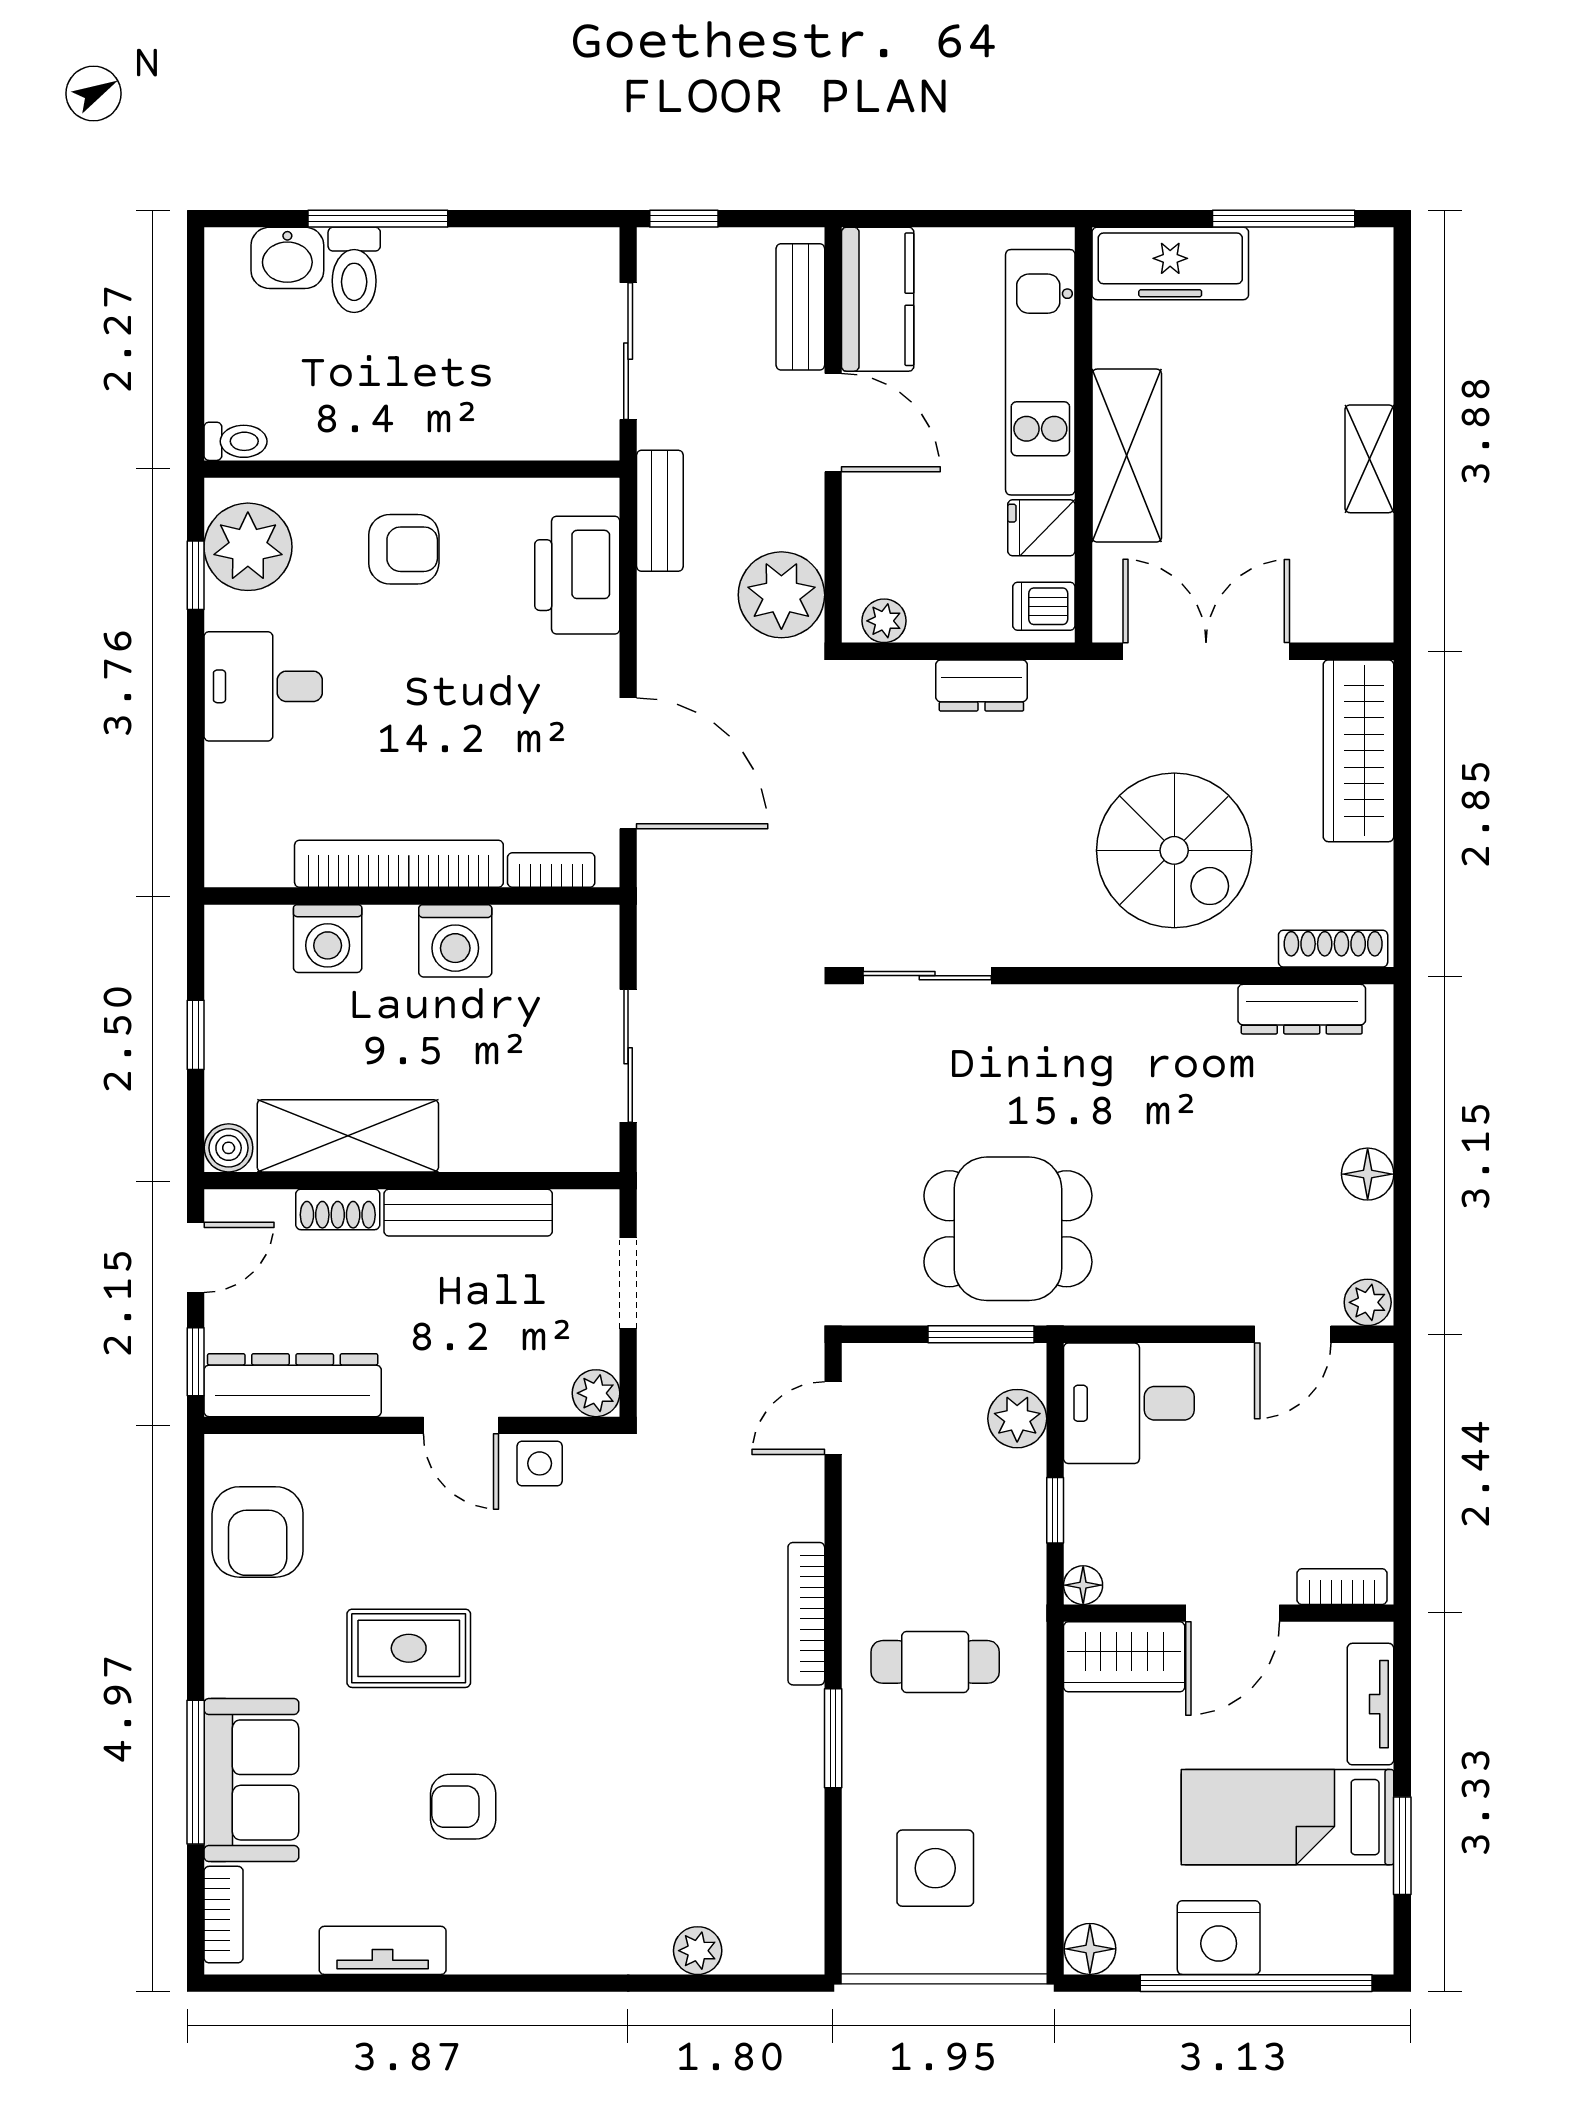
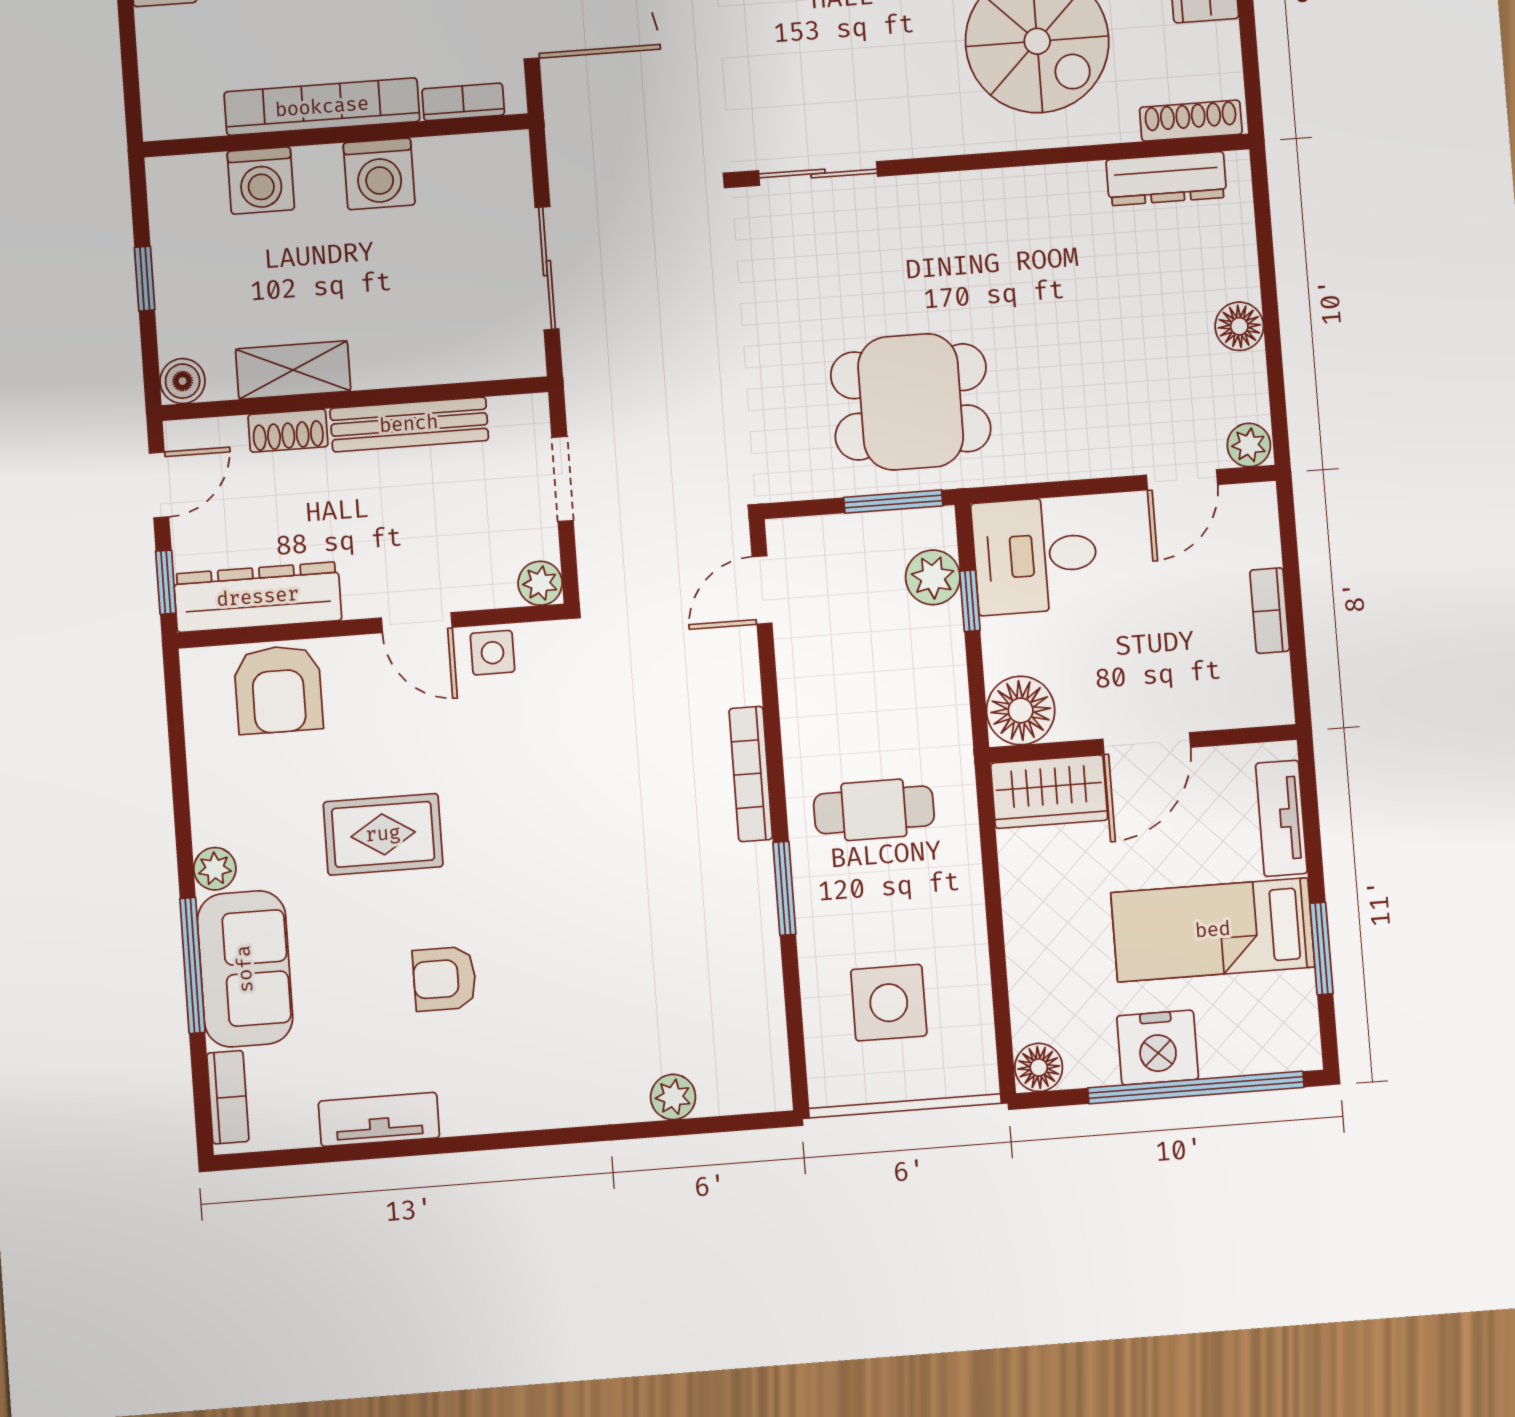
shelving: (348, 1136) -> (293, 370), width x0.67, depth x0.75
window: (1055, 1510) -> (970, 601), moved
armchair: (258, 1532) -> (278, 689), moved
floor lamp: (1083, 1585) -> (1021, 710), width x1.89, depth x1.89
bookcase: (1342, 1587) -> (1270, 611), moved, turned -90
plant: (227, 1671) -> (215, 869), added

